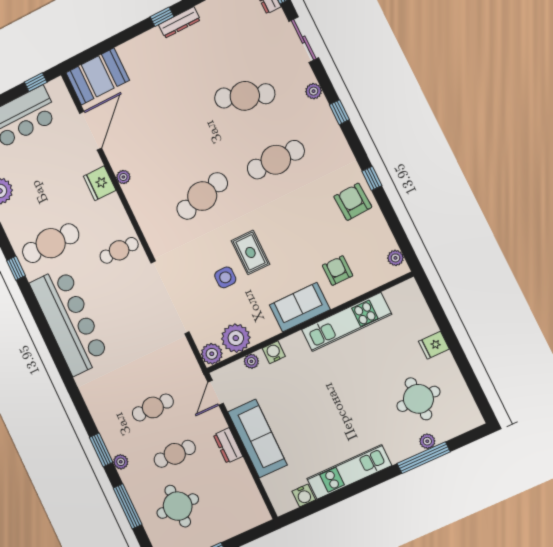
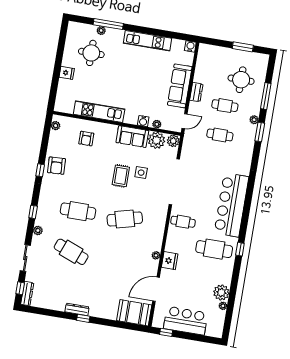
sofa: (300, 307) -> (132, 137), moved
water cooler: (304, 495) -> (190, 46), moved

